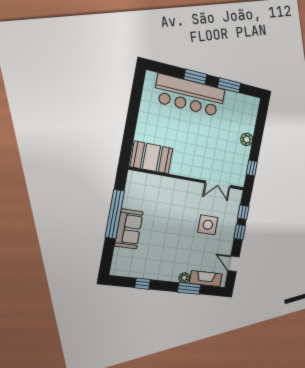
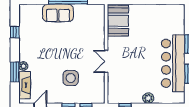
bar counter: (190, 95) -> (173, 63), moved
double door: (218, 184) -> (106, 61), moved

